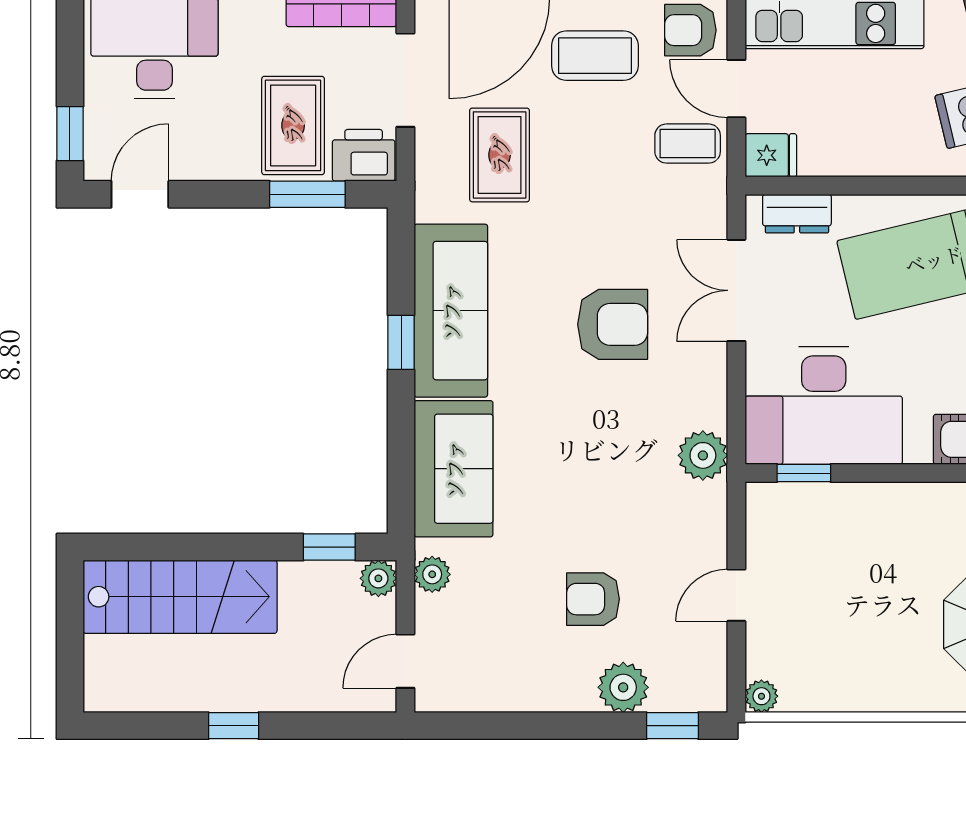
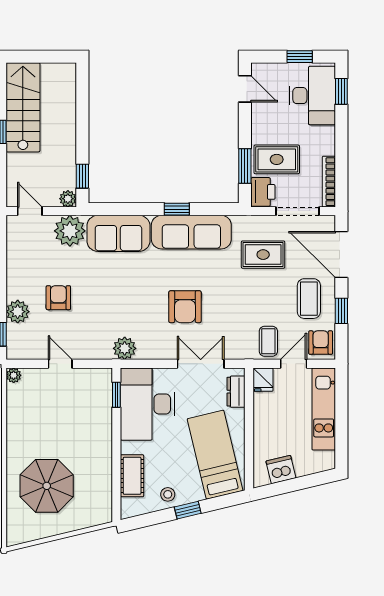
window: (70, 134) -> (300, 57), moved
plant: (432, 574) -> (70, 231), width x1.87, depth x1.87
stairs: (180, 597) -> (23, 107), moved, turned 180

